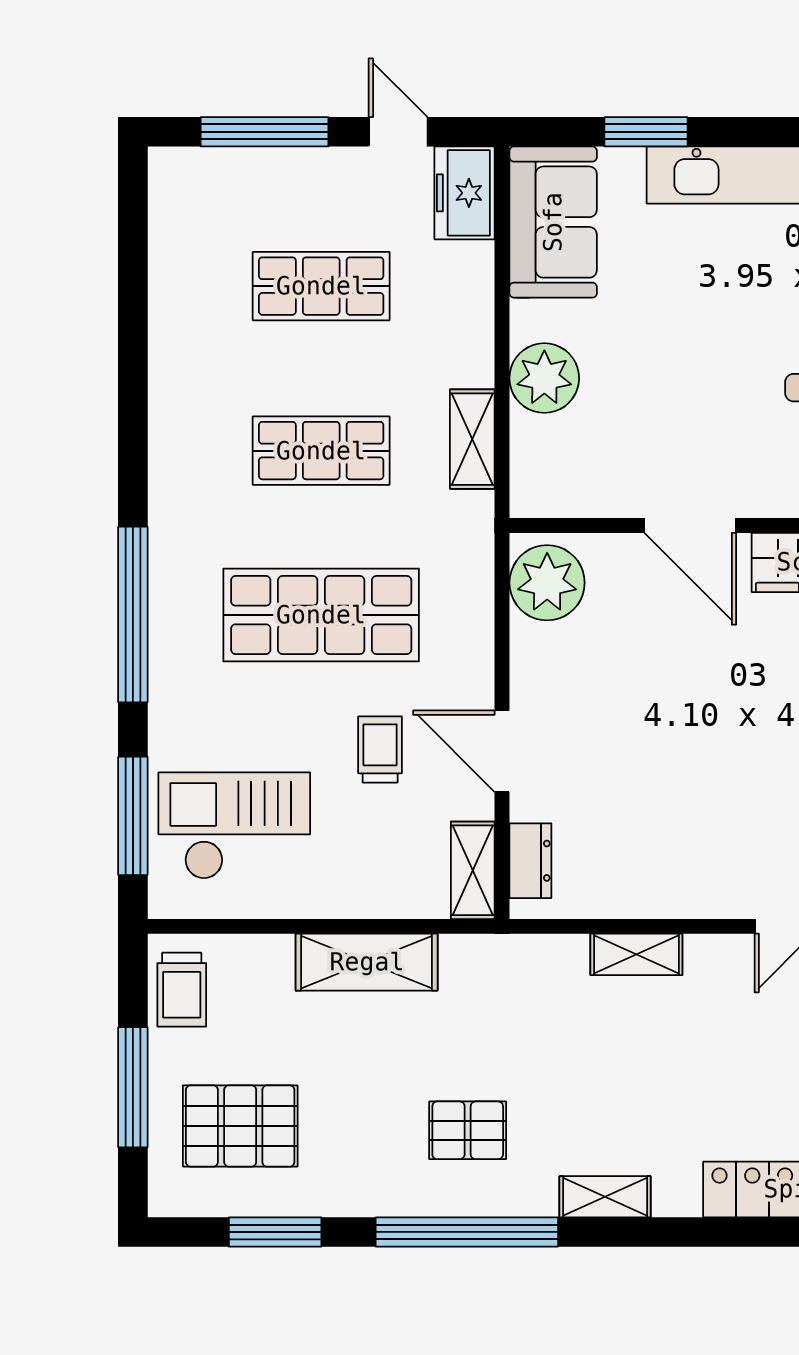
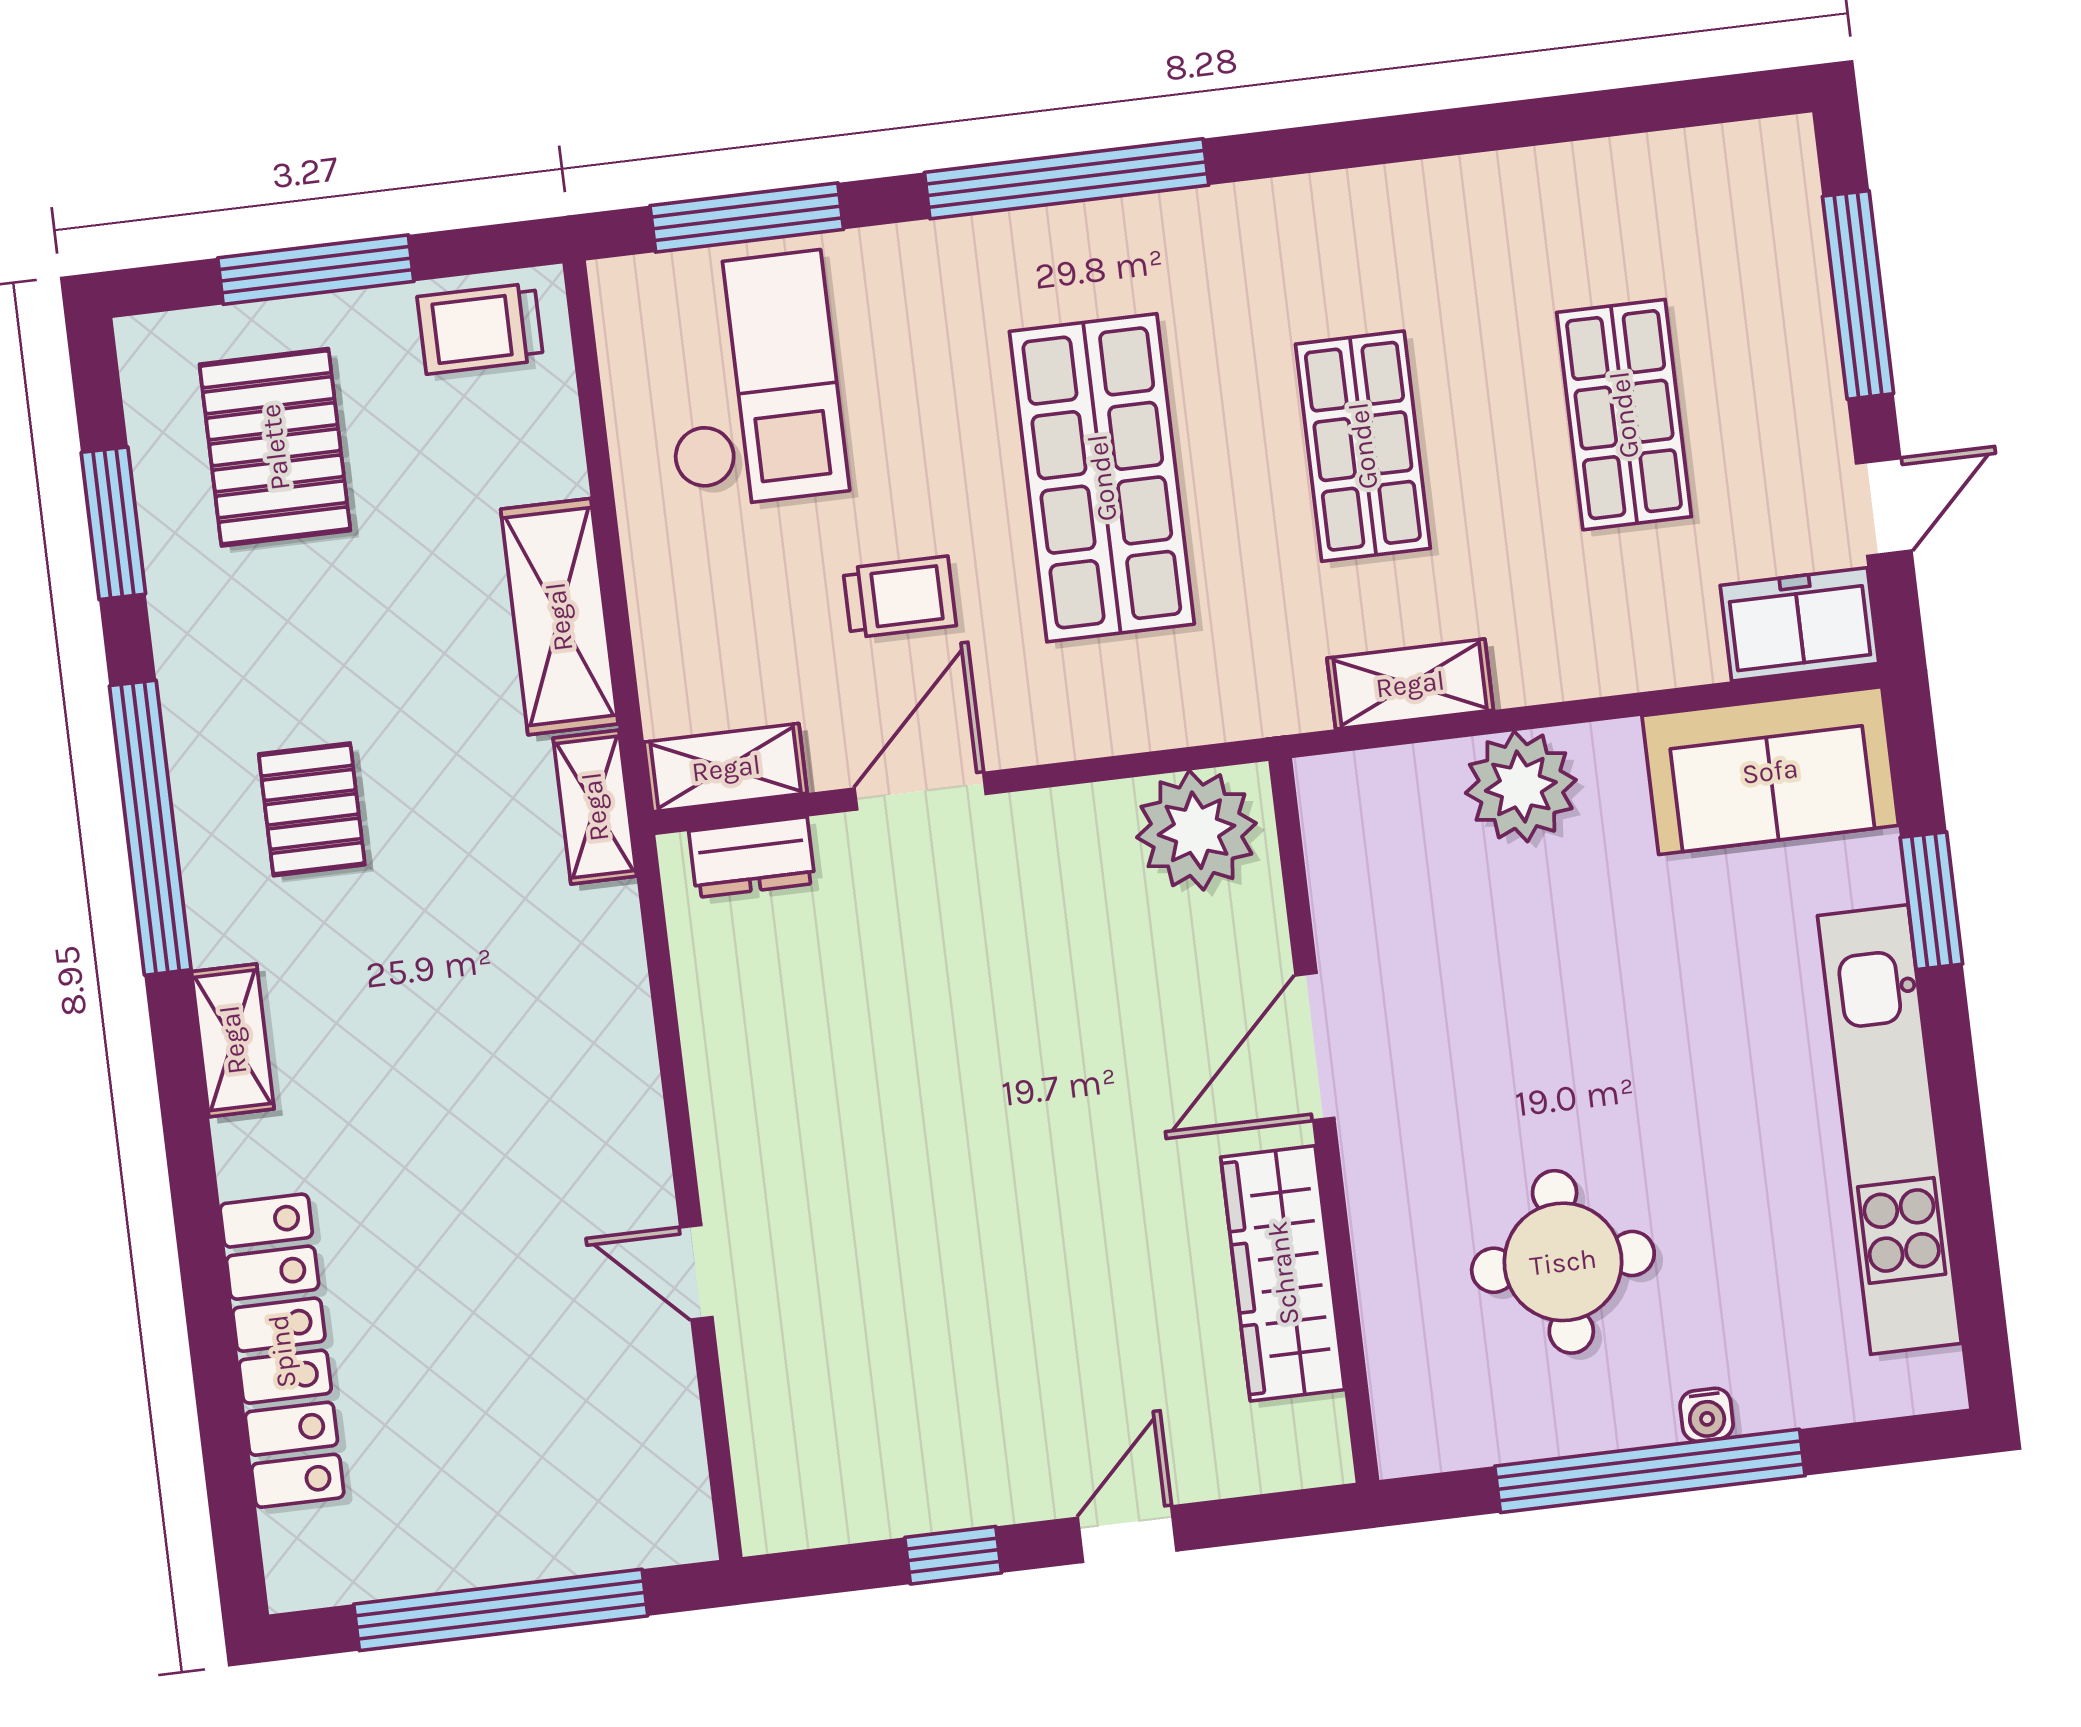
shelving: (636, 954) -> (595, 807), moved

